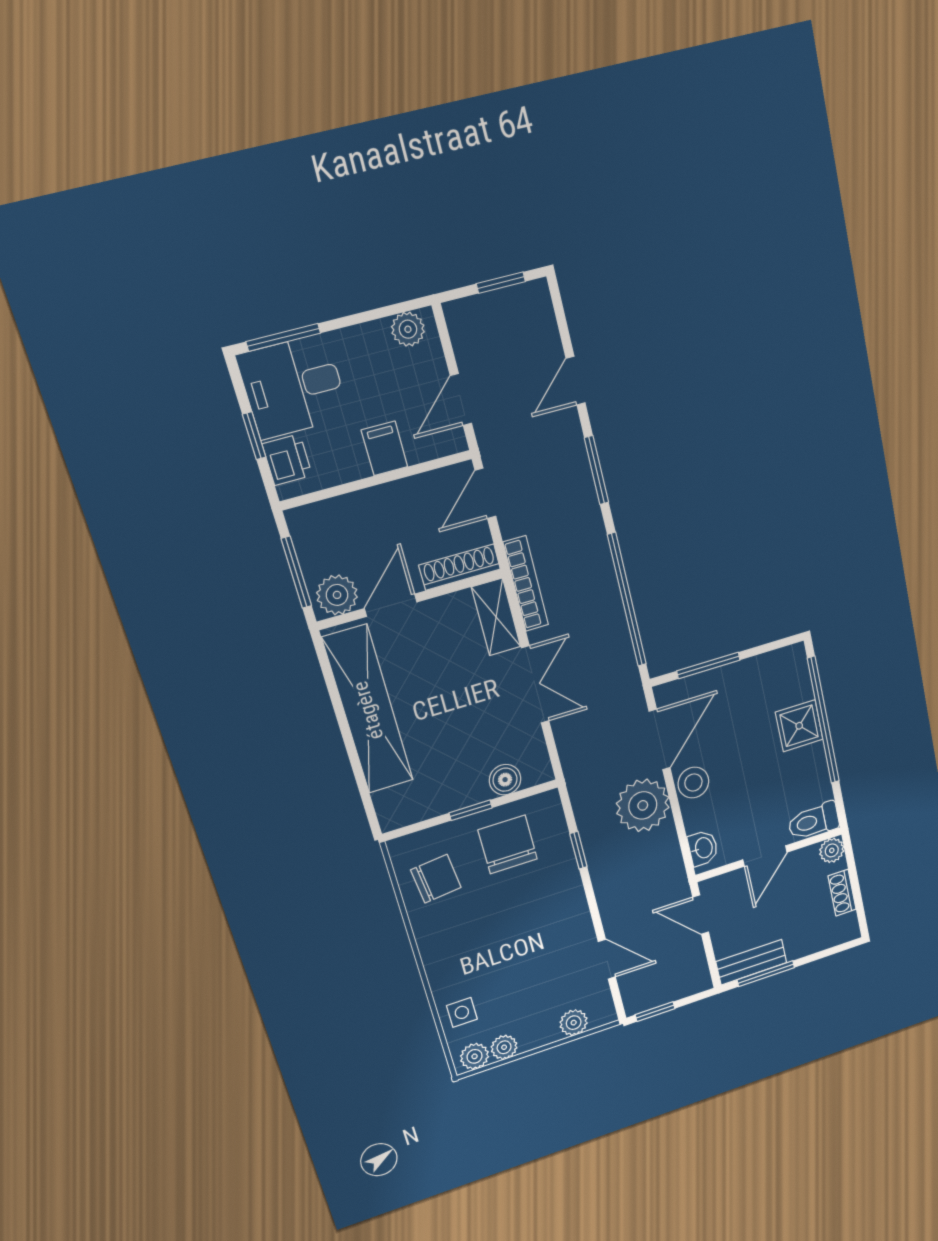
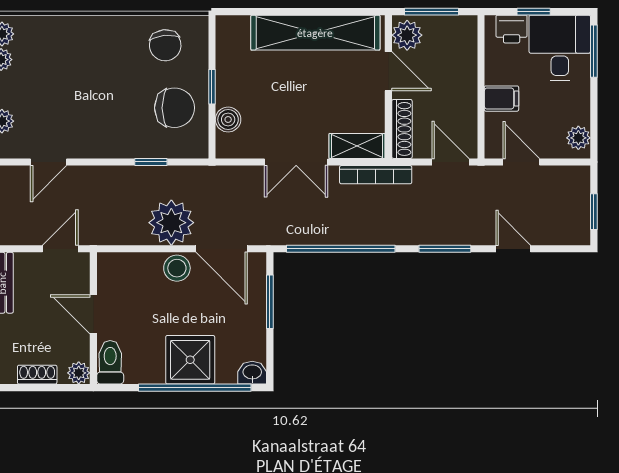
shower: (799, 726) -> (190, 360), width x1.36, depth x1.36
washbasin: (703, 848) -> (252, 373), moved, turned 180
side table: (462, 1012) -> (45, 34), removed

